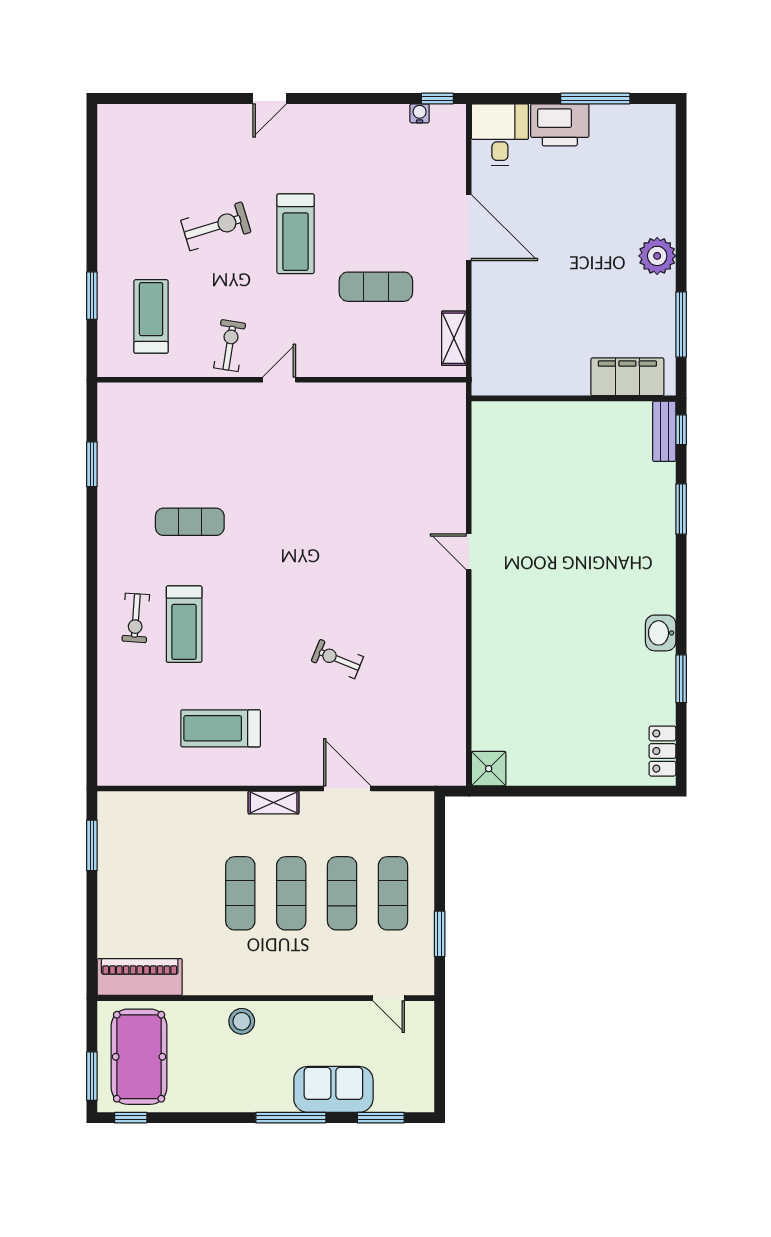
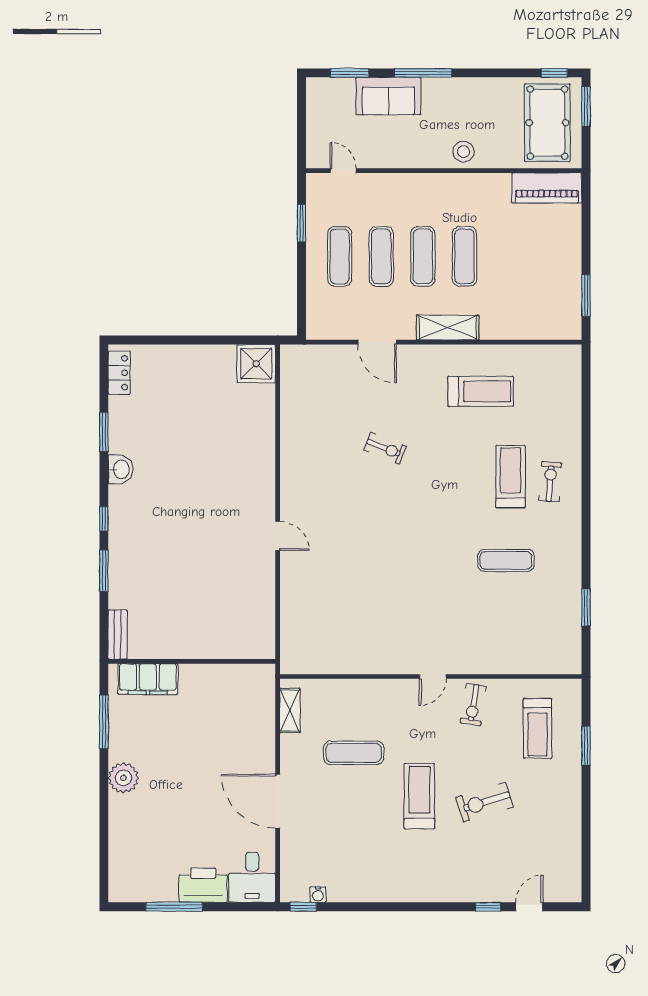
window: (211, 98) -> (488, 907), added
door: (270, 98) -> (529, 907), moved
window: (681, 430) -> (104, 519), moved
shower: (489, 769) -> (256, 364), width x1.36, depth x1.36
shelving: (274, 803) -> (448, 328), width x1.50, depth x1.33

